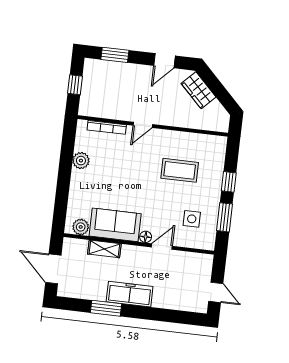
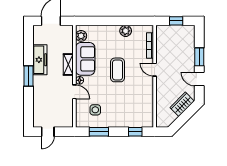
window: (115, 55) -> (199, 57), moved
coffee table: (180, 170) -> (118, 70), moved
window: (229, 182) -> (135, 132), moved
shelving: (104, 249) -> (68, 64), moved
freezer: (130, 294) -> (40, 60), moved
window: (106, 308) -> (28, 76), moved

